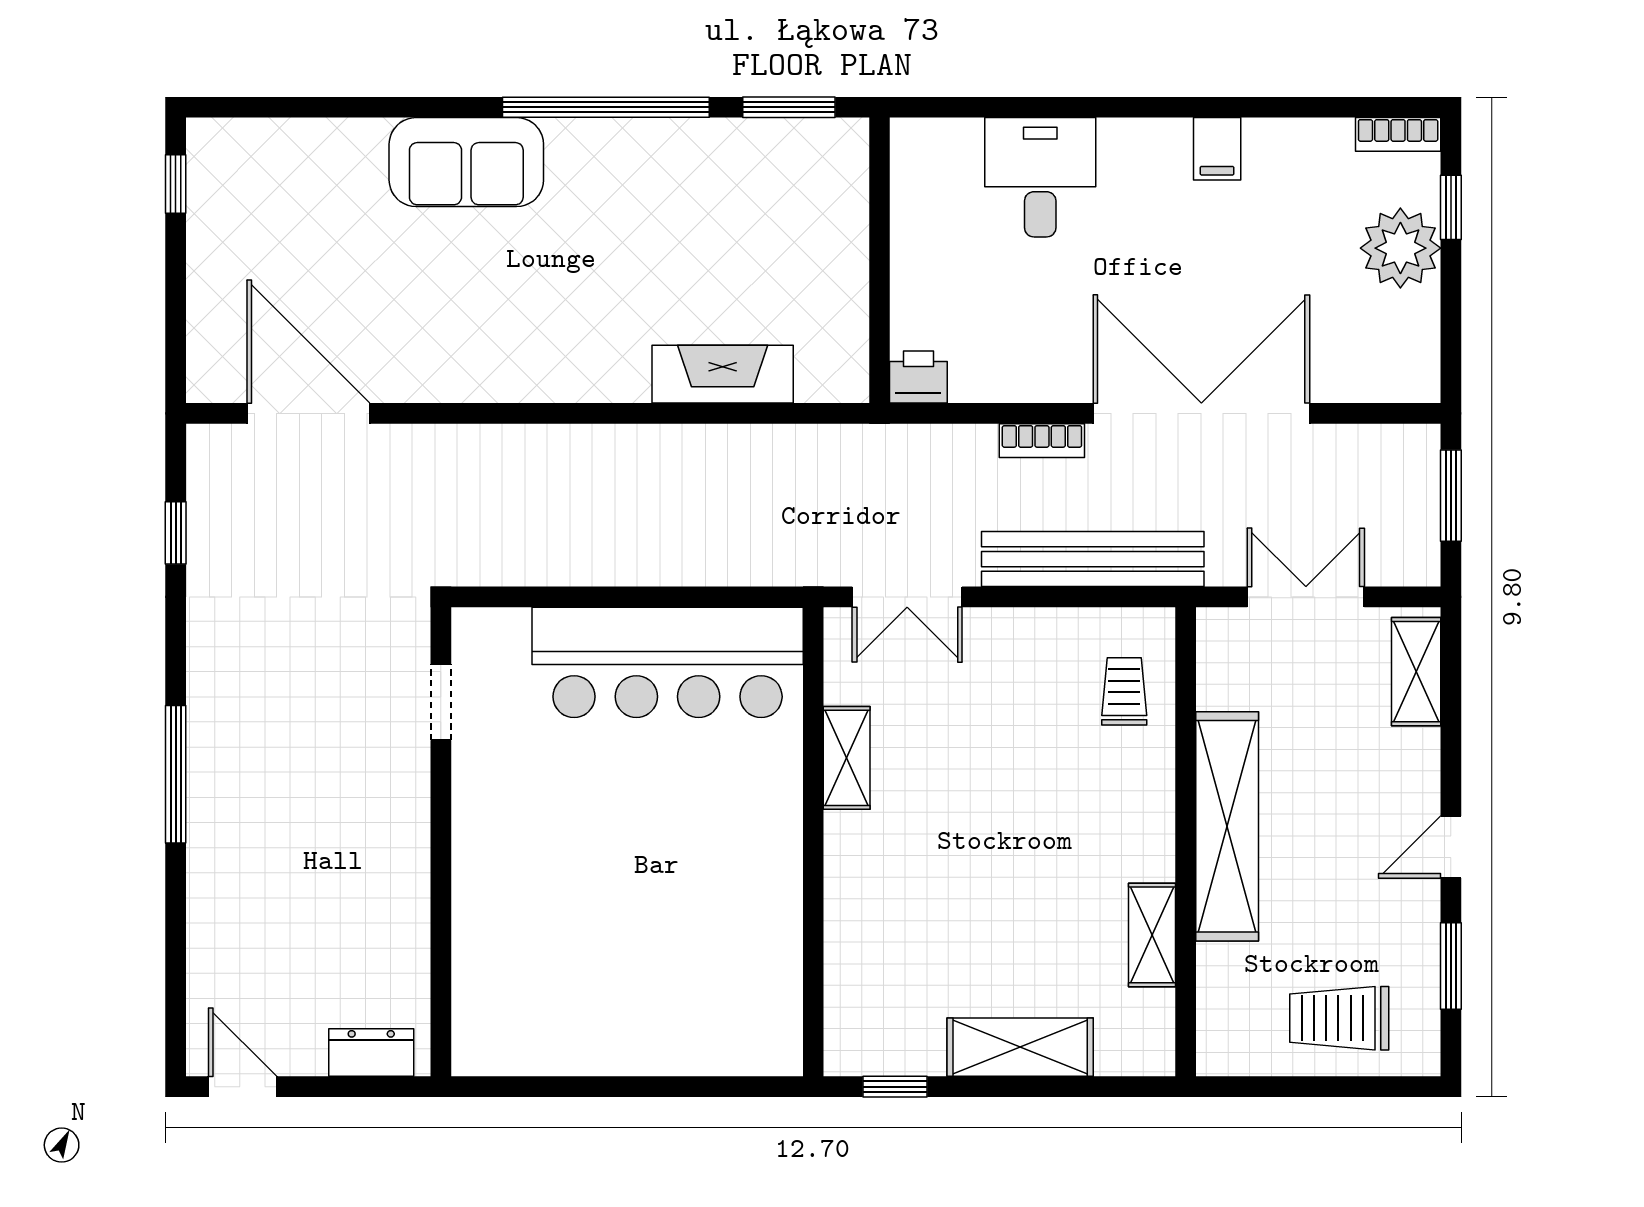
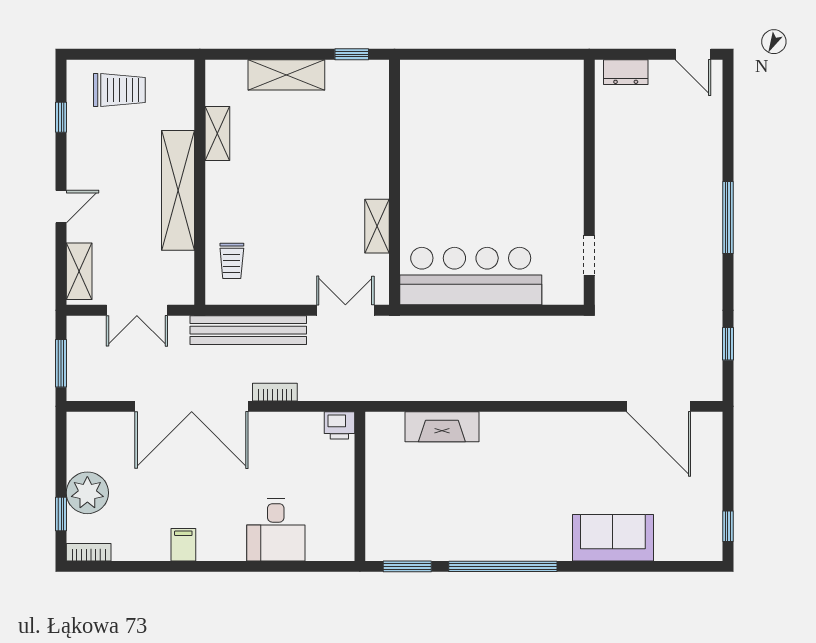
sofa: (466, 162) -> (613, 538), moved
door: (1451, 847) -> (61, 207), moved
window: (1451, 966) -> (61, 117), width x0.67

